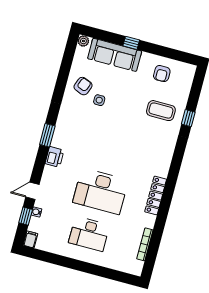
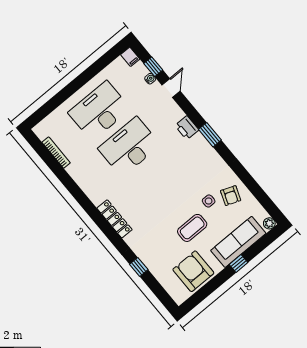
armchair: (162, 74) -> (193, 271), width x1.88, depth x1.88
coffee table: (161, 111) -> (192, 228), moved
locker: (156, 196) -> (114, 219), moved
desk: (89, 234) -> (99, 111), width x1.36, depth x1.30

